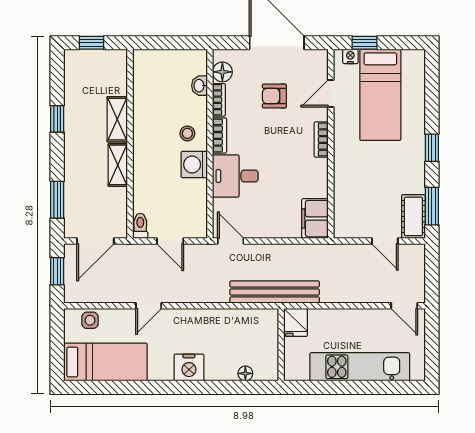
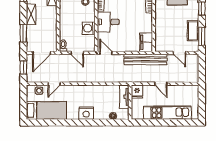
shelving: (118, 165) -> (31, 14), moved
washing machine: (194, 165) -> (89, 28), moved
cot: (413, 216) -> (193, 31), moved
bench: (275, 292) -> (146, 59), moved
door: (149, 306) -> (54, 84), moved
door: (404, 306) -> (161, 84), moved
tv unit: (269, 333) -> (124, 97), added

